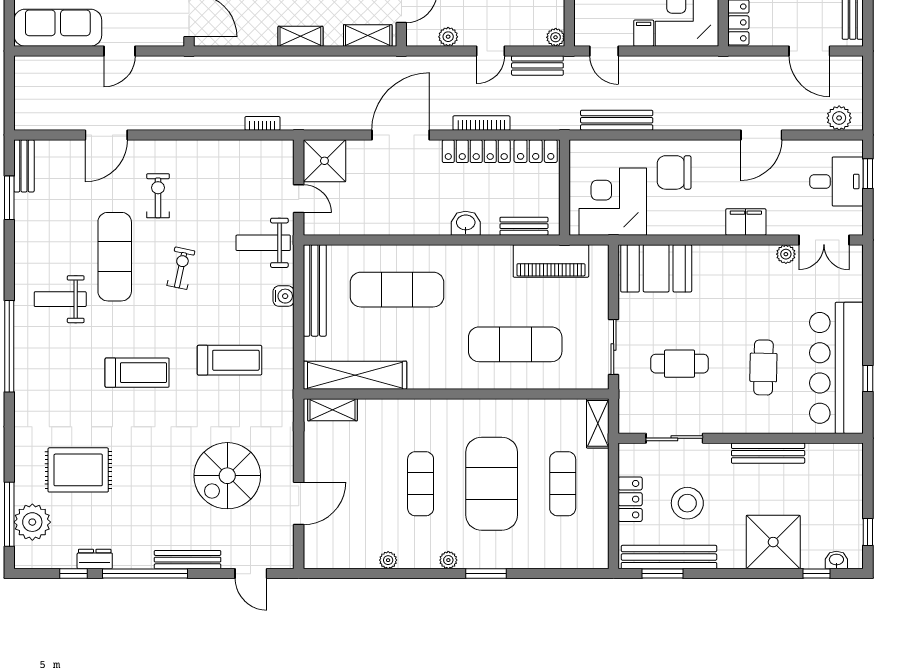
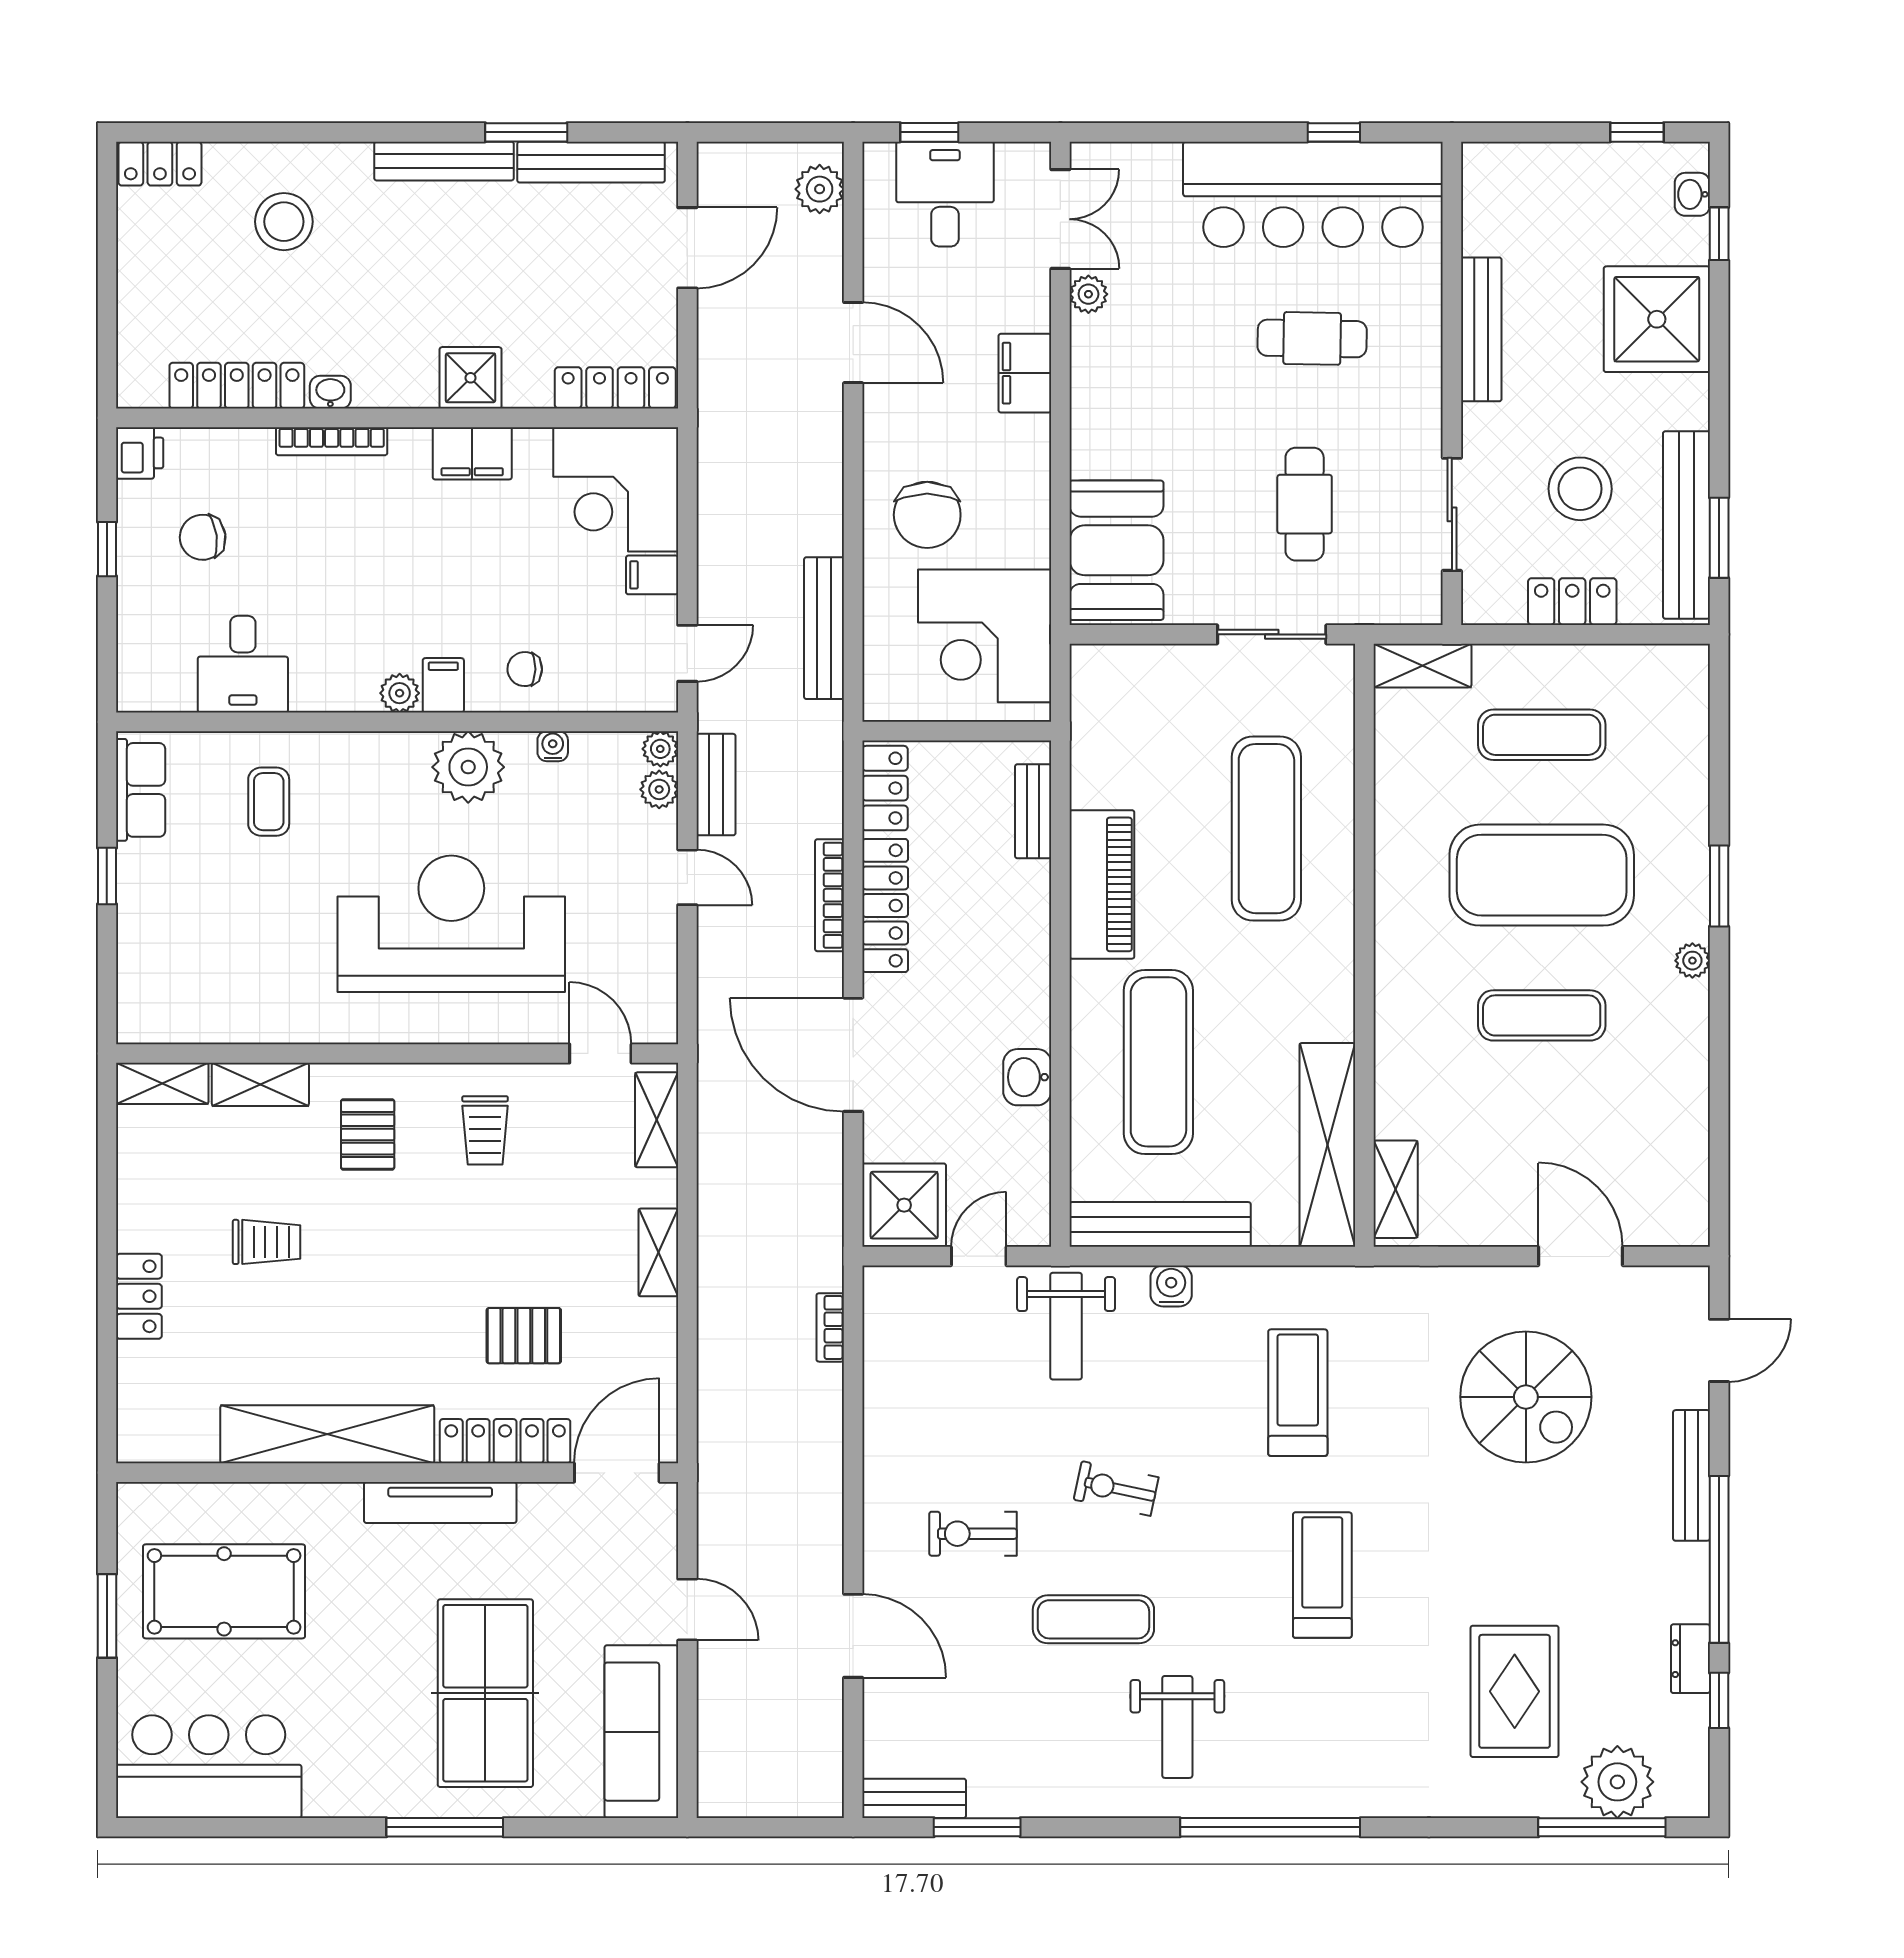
plant: (448, 37) -> (659, 789), moved
washbasin: (466, 223) -> (1027, 1077), moved
exercise mat: (115, 257) -> (1093, 1619), width x0.73, depth x0.69
piano: (551, 261) -> (1102, 884), moved
plant: (388, 560) -> (1693, 1079), removed

